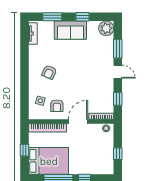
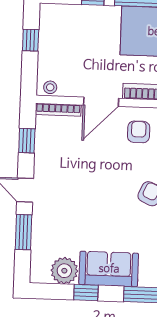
plant: (106, 28) -> (64, 271), moved

